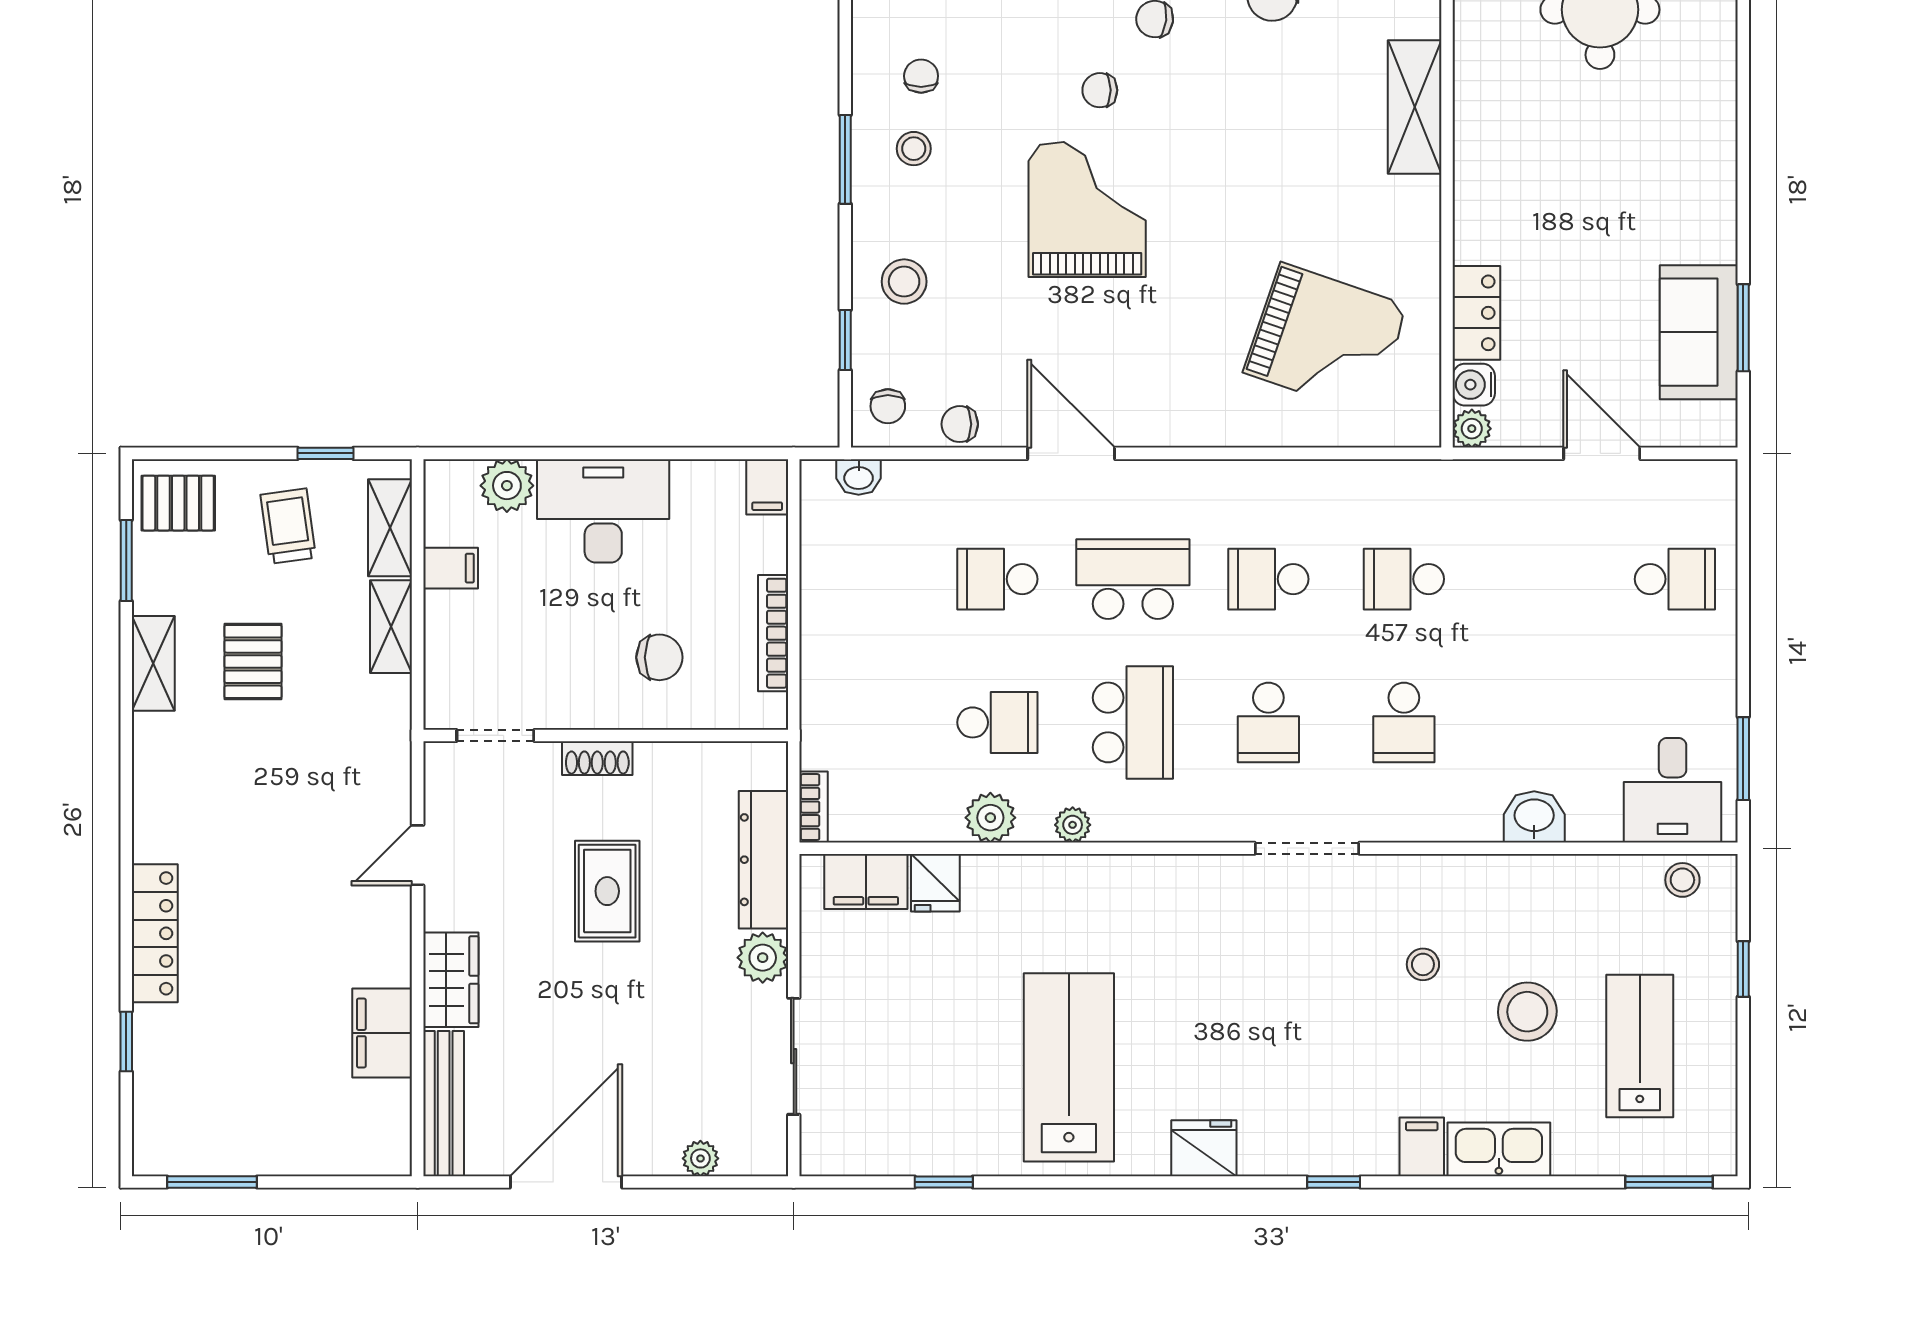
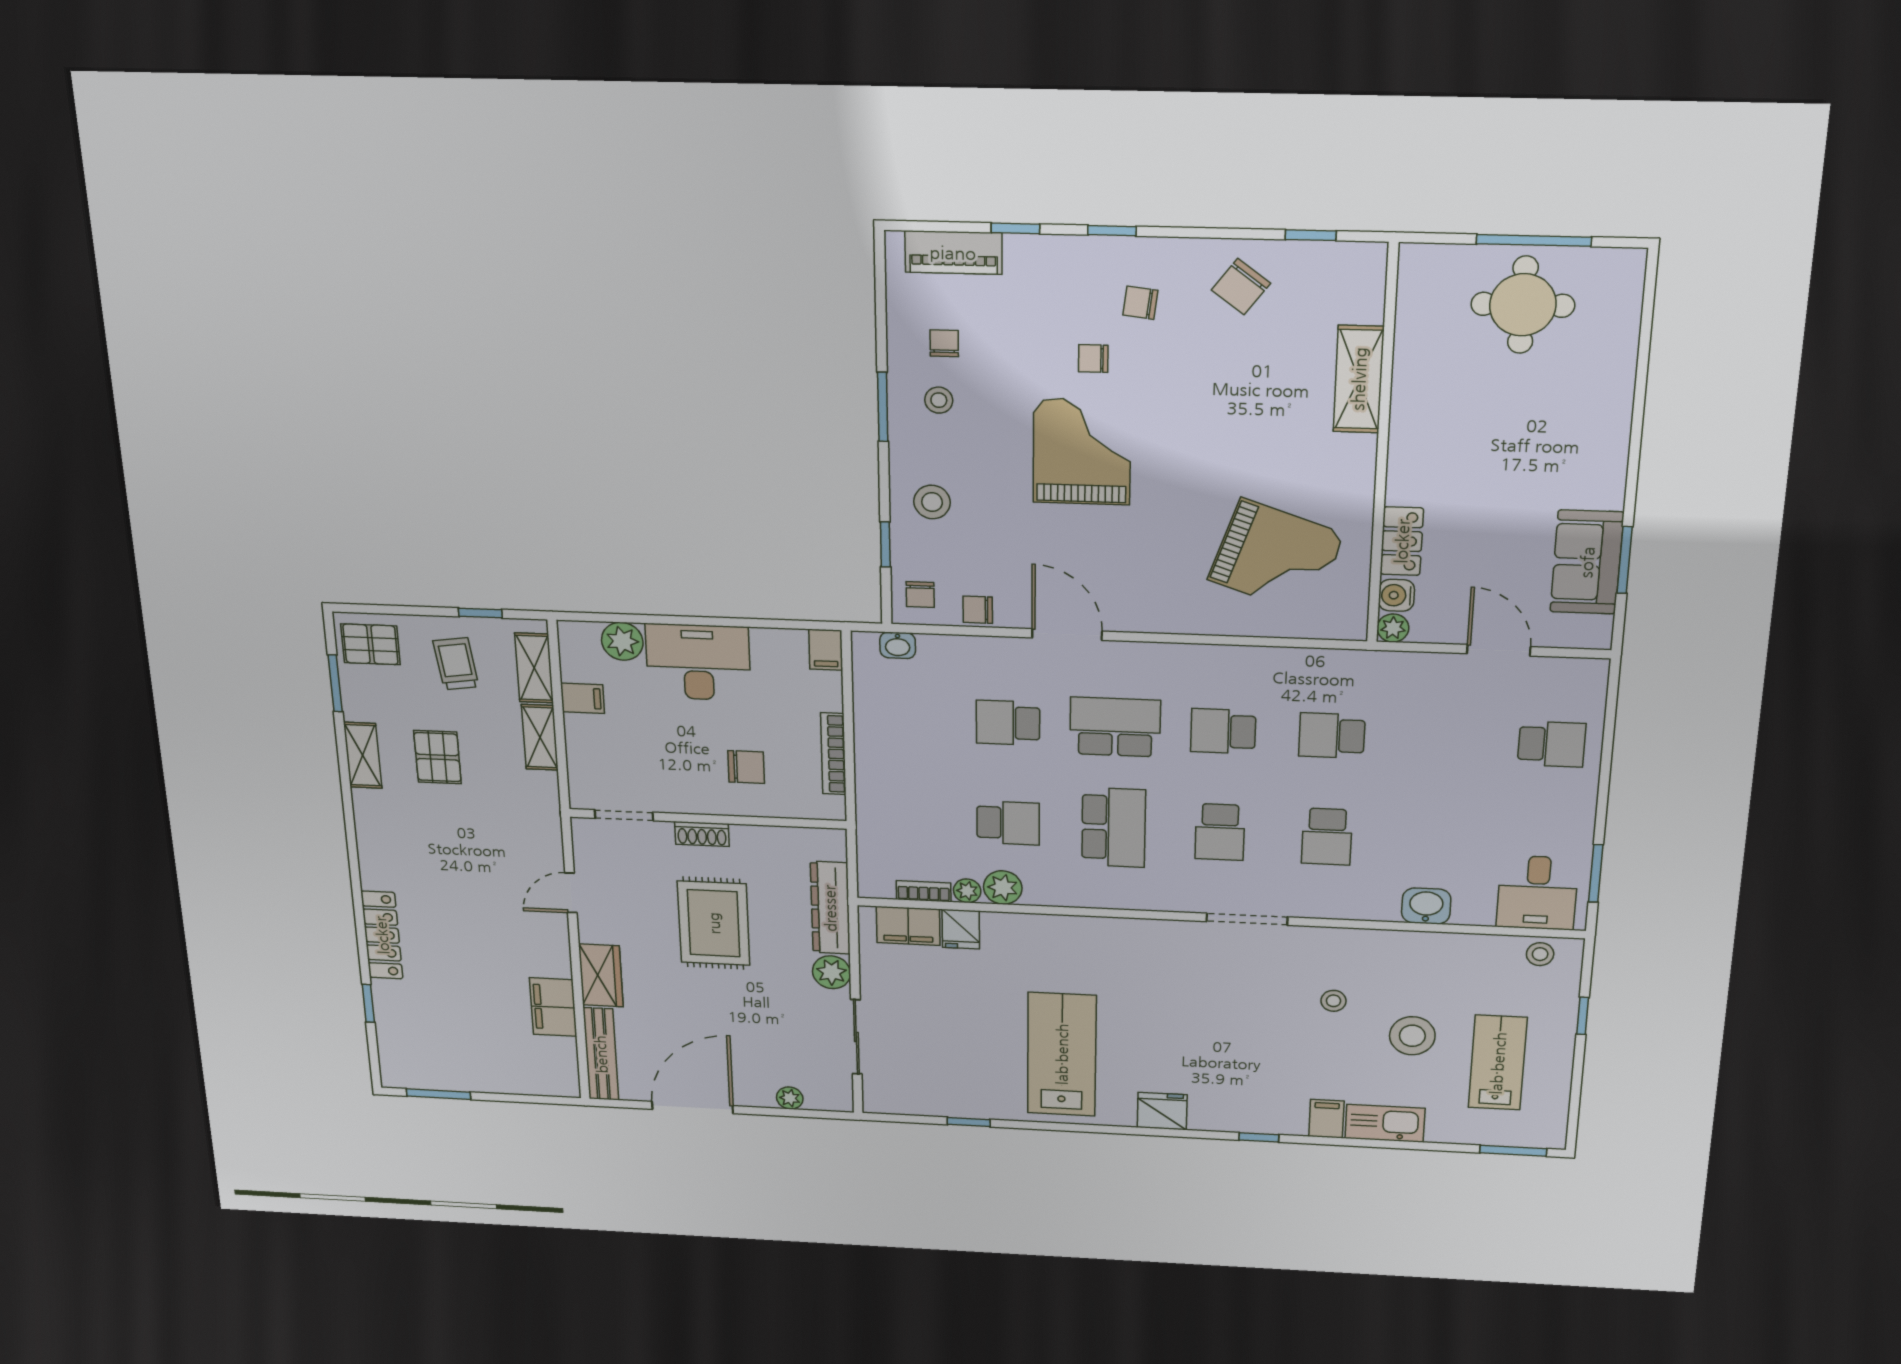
bookcase: (814, 807) -> (924, 891), moved, turned -90
plant: (1073, 825) -> (967, 891), moved
rug: (607, 891) -> (714, 923), width x1.36, depth x1.43

